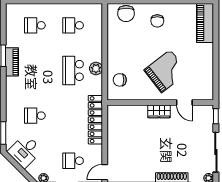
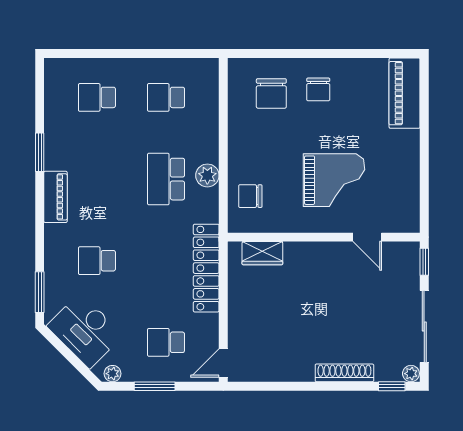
chair: (126, 14) -> (271, 93), moved
piano: (12, 62) -> (55, 197), moved
grand piano: (166, 71) -> (334, 180), turned 38
wardrobe: (159, 111) -> (262, 253), moved
desk: (25, 151) -> (85, 331), width x1.37

